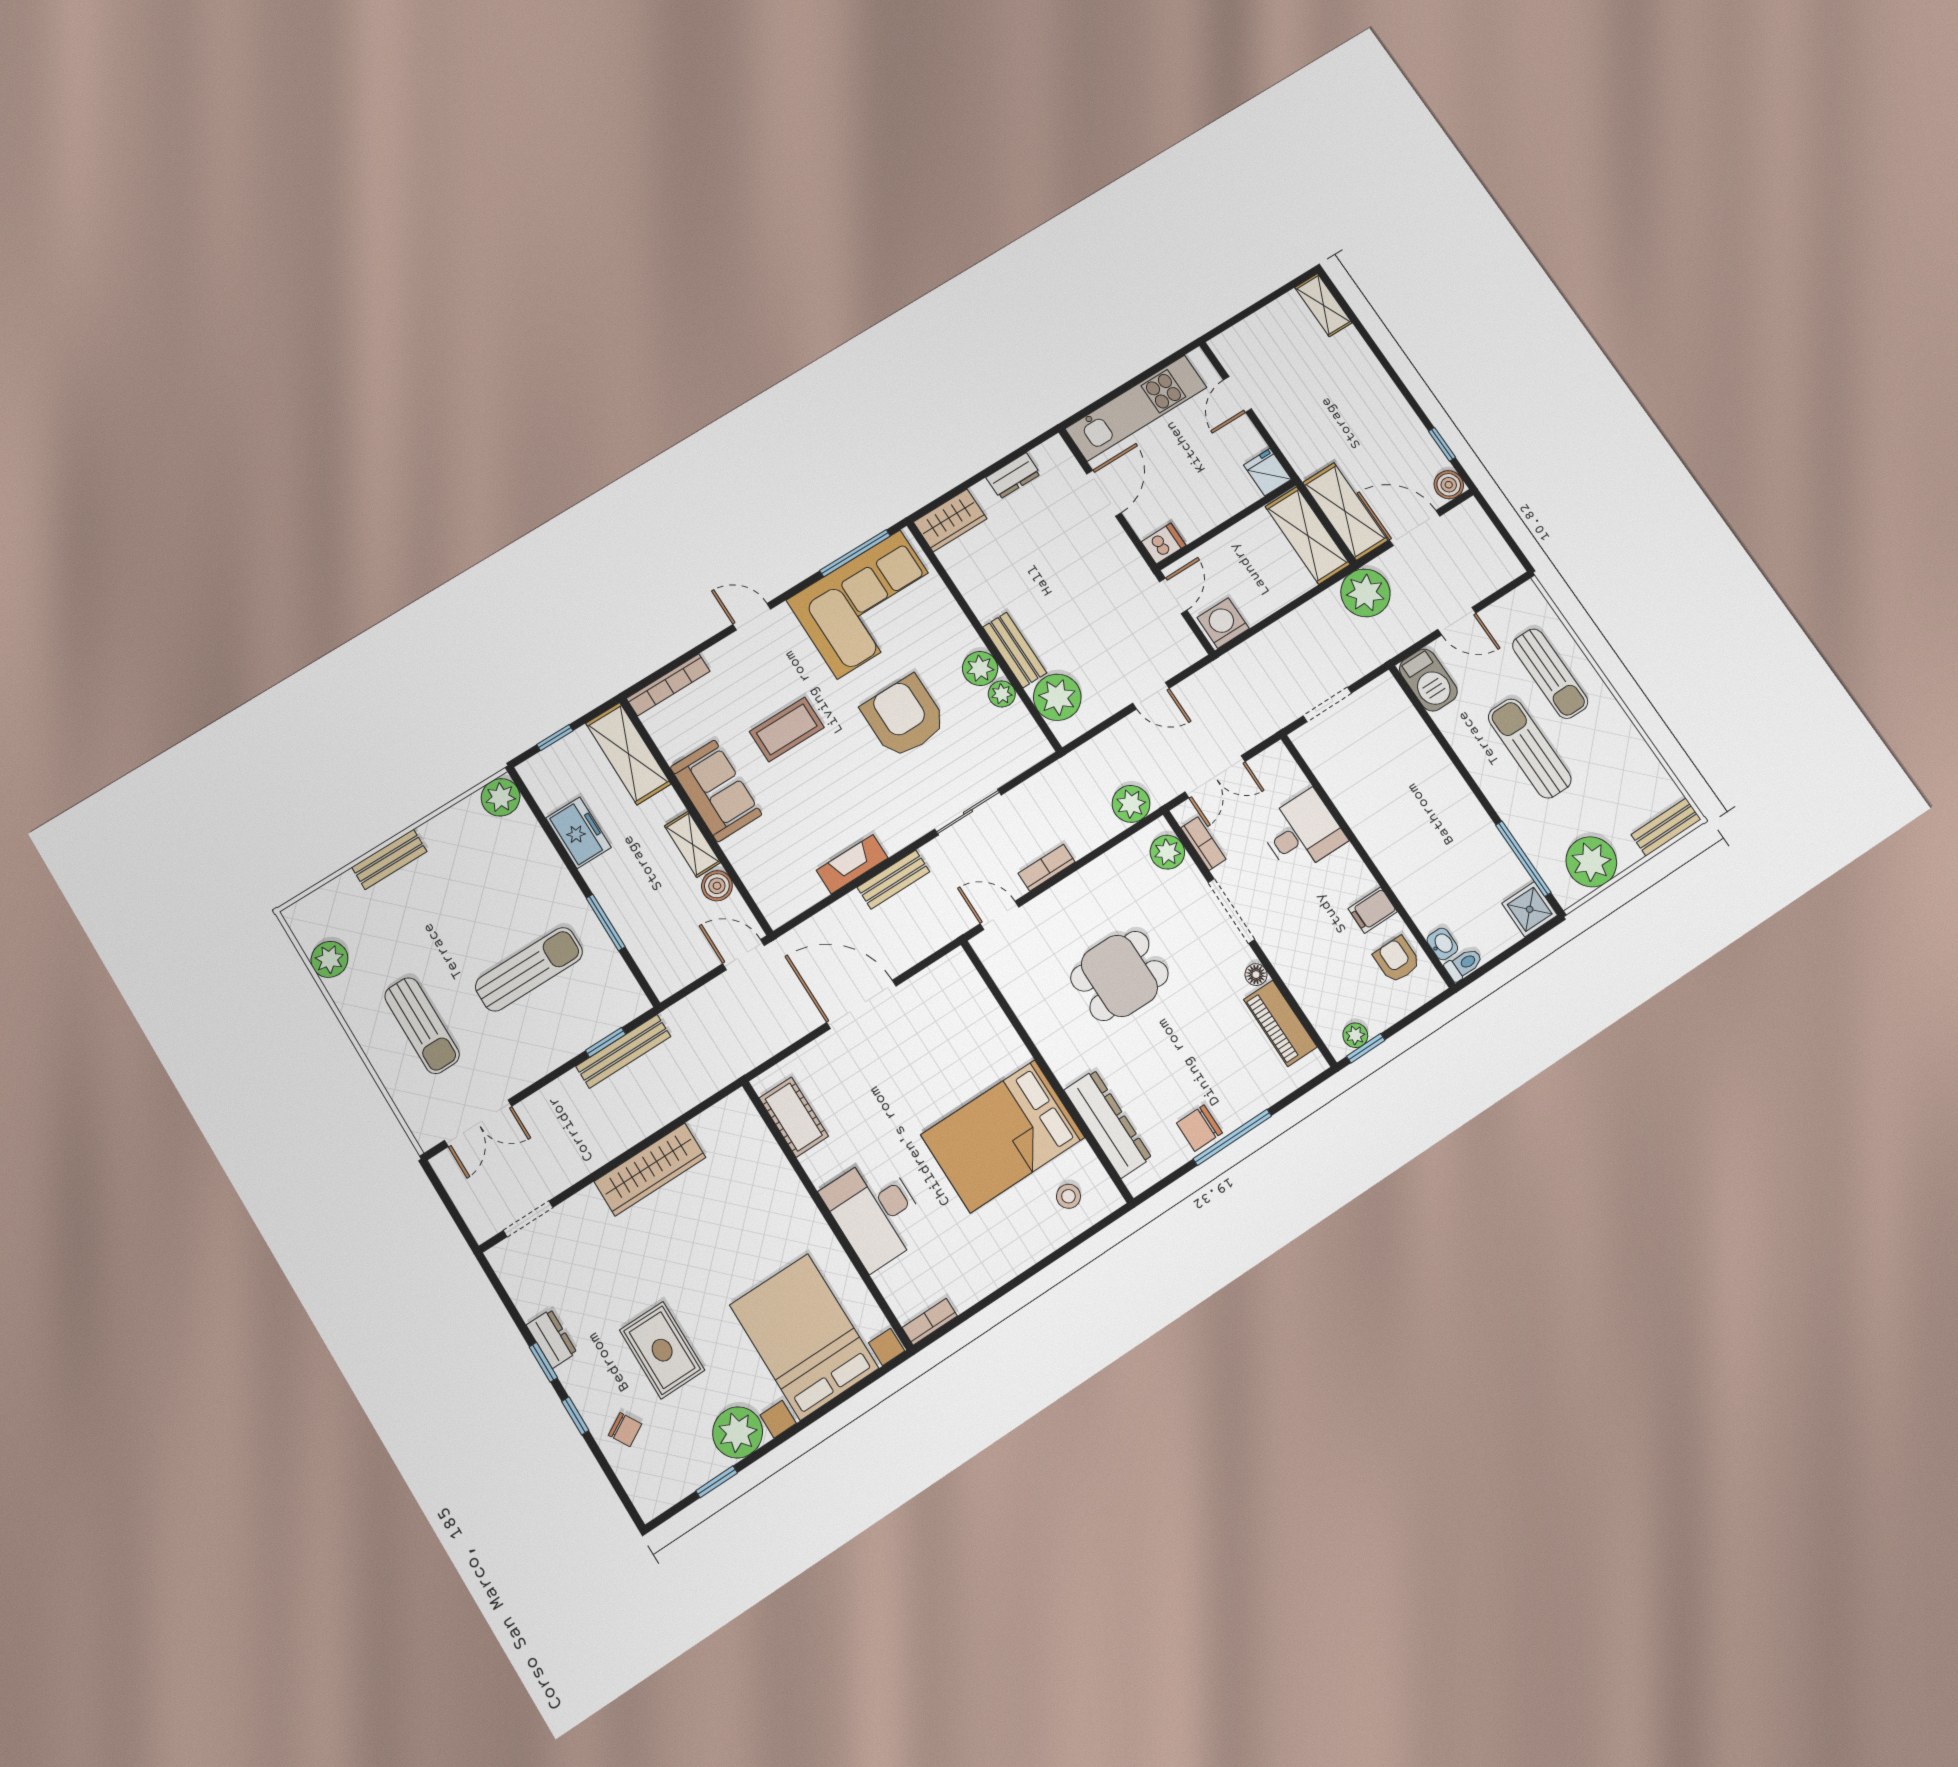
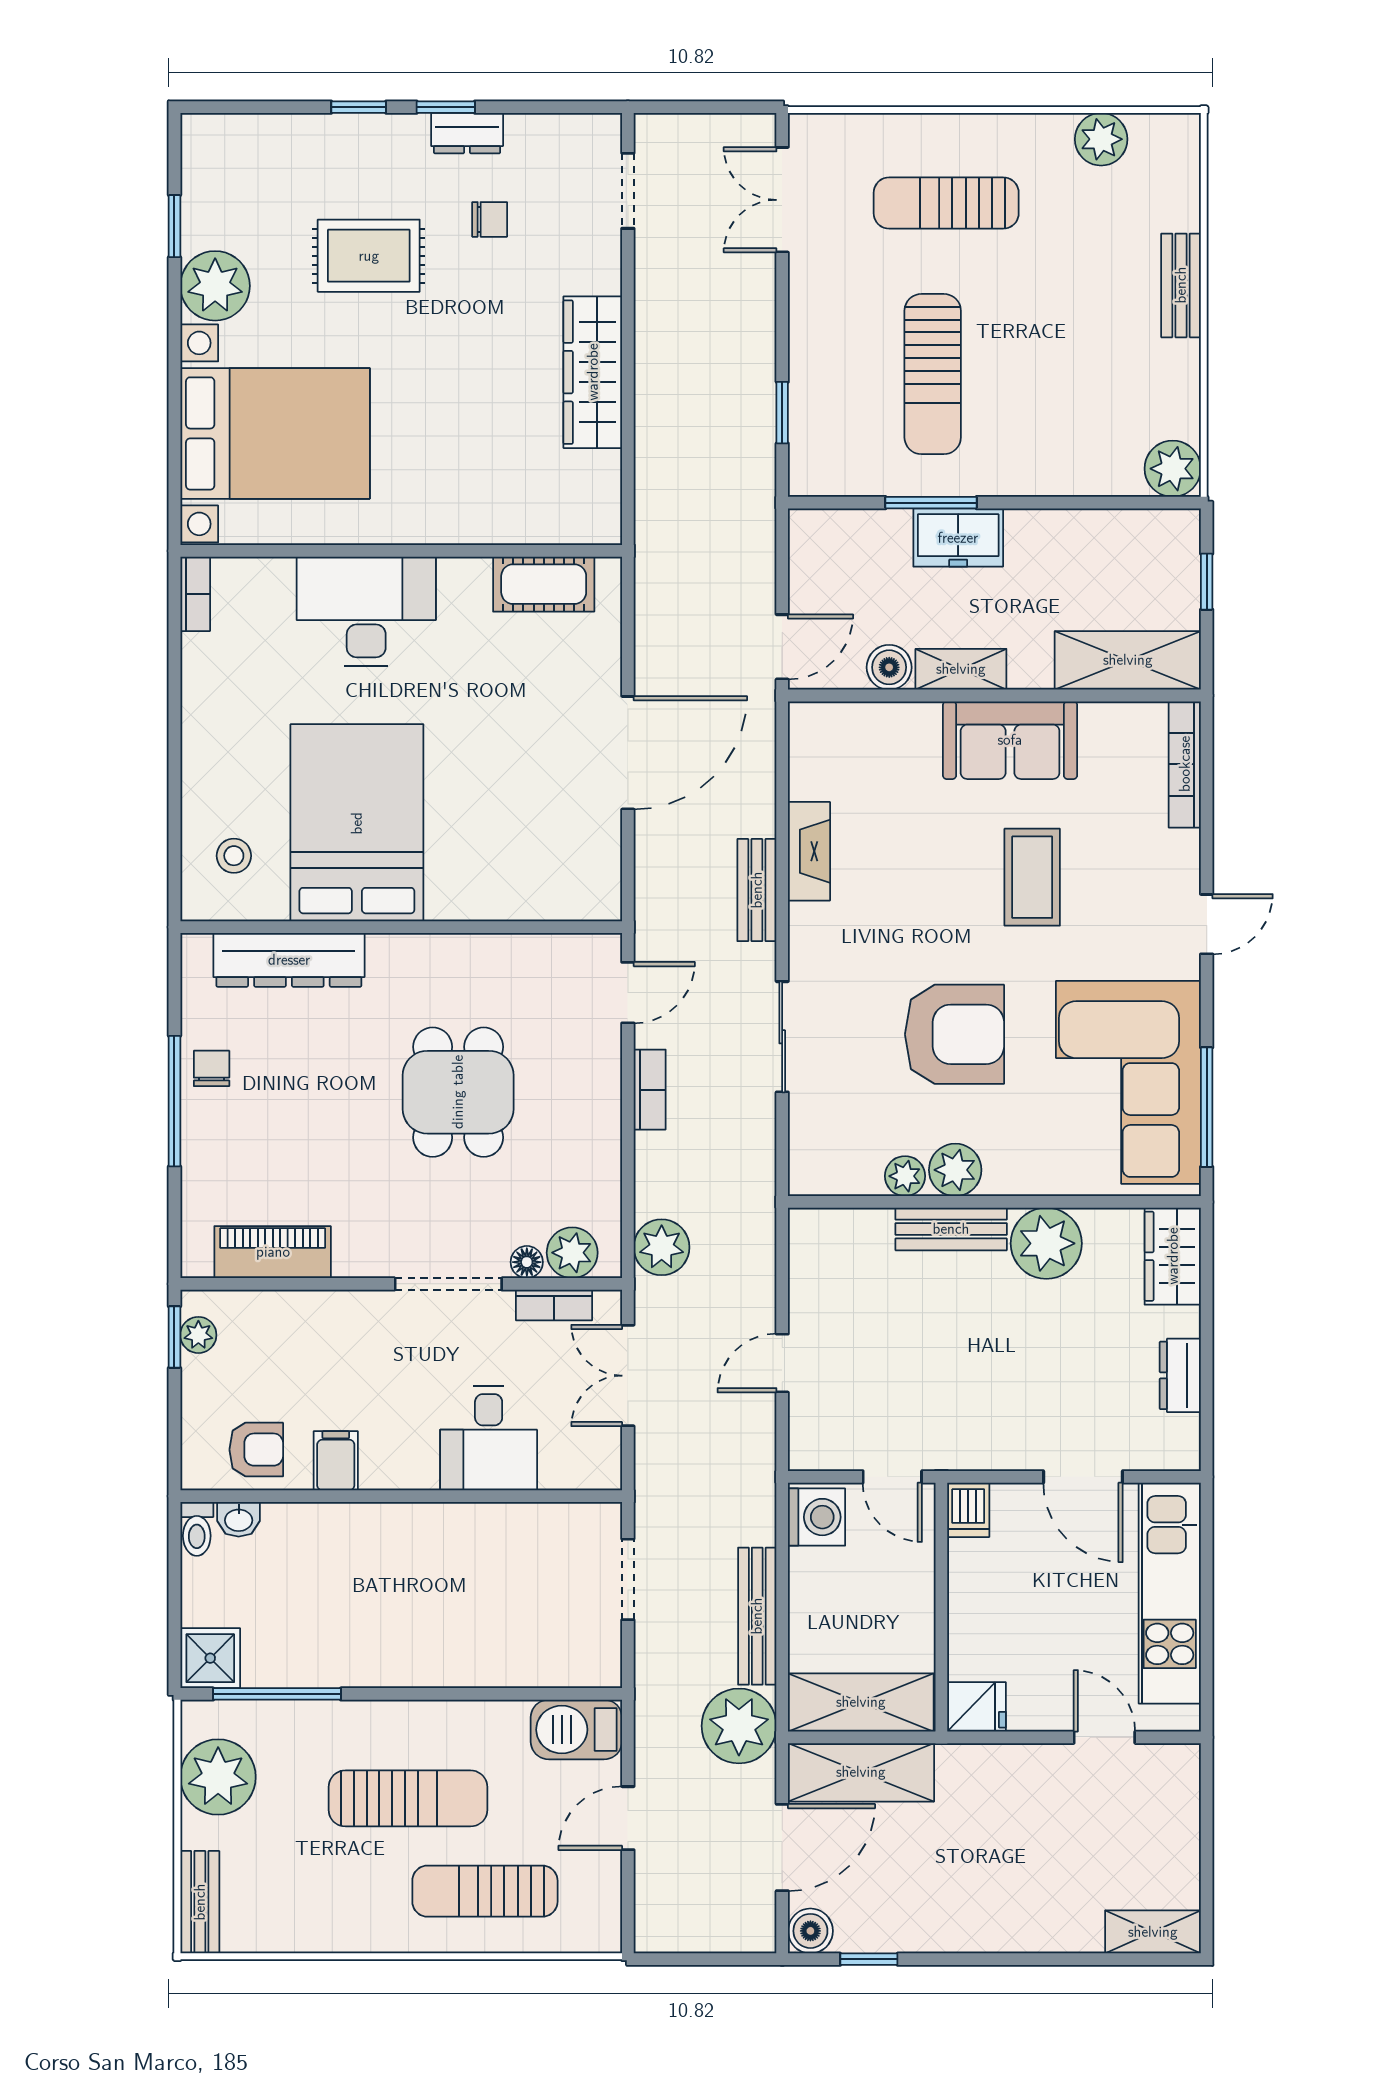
plant: (1057, 697) -> (1046, 1243), moved
freezer: (578, 833) -> (958, 538), moved
floor lamp: (1256, 975) -> (527, 1262), moved
bench: (623, 1051) -> (757, 1616), moved
chair: (1199, 1128) -> (212, 1068), width x0.73, depth x0.73
chair: (625, 1430) -> (490, 219), moved, turned -150

